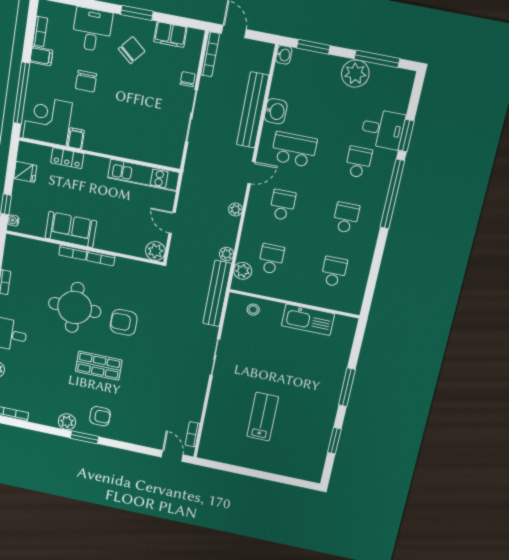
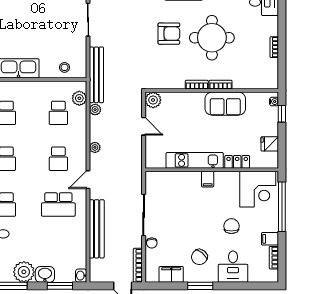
washbasin: (276, 111) -> (45, 274), moved, turned 90
filing cabinet: (76, 138) -> (208, 179), moved
kitchen unit: (143, 175) -> (195, 160), moved

